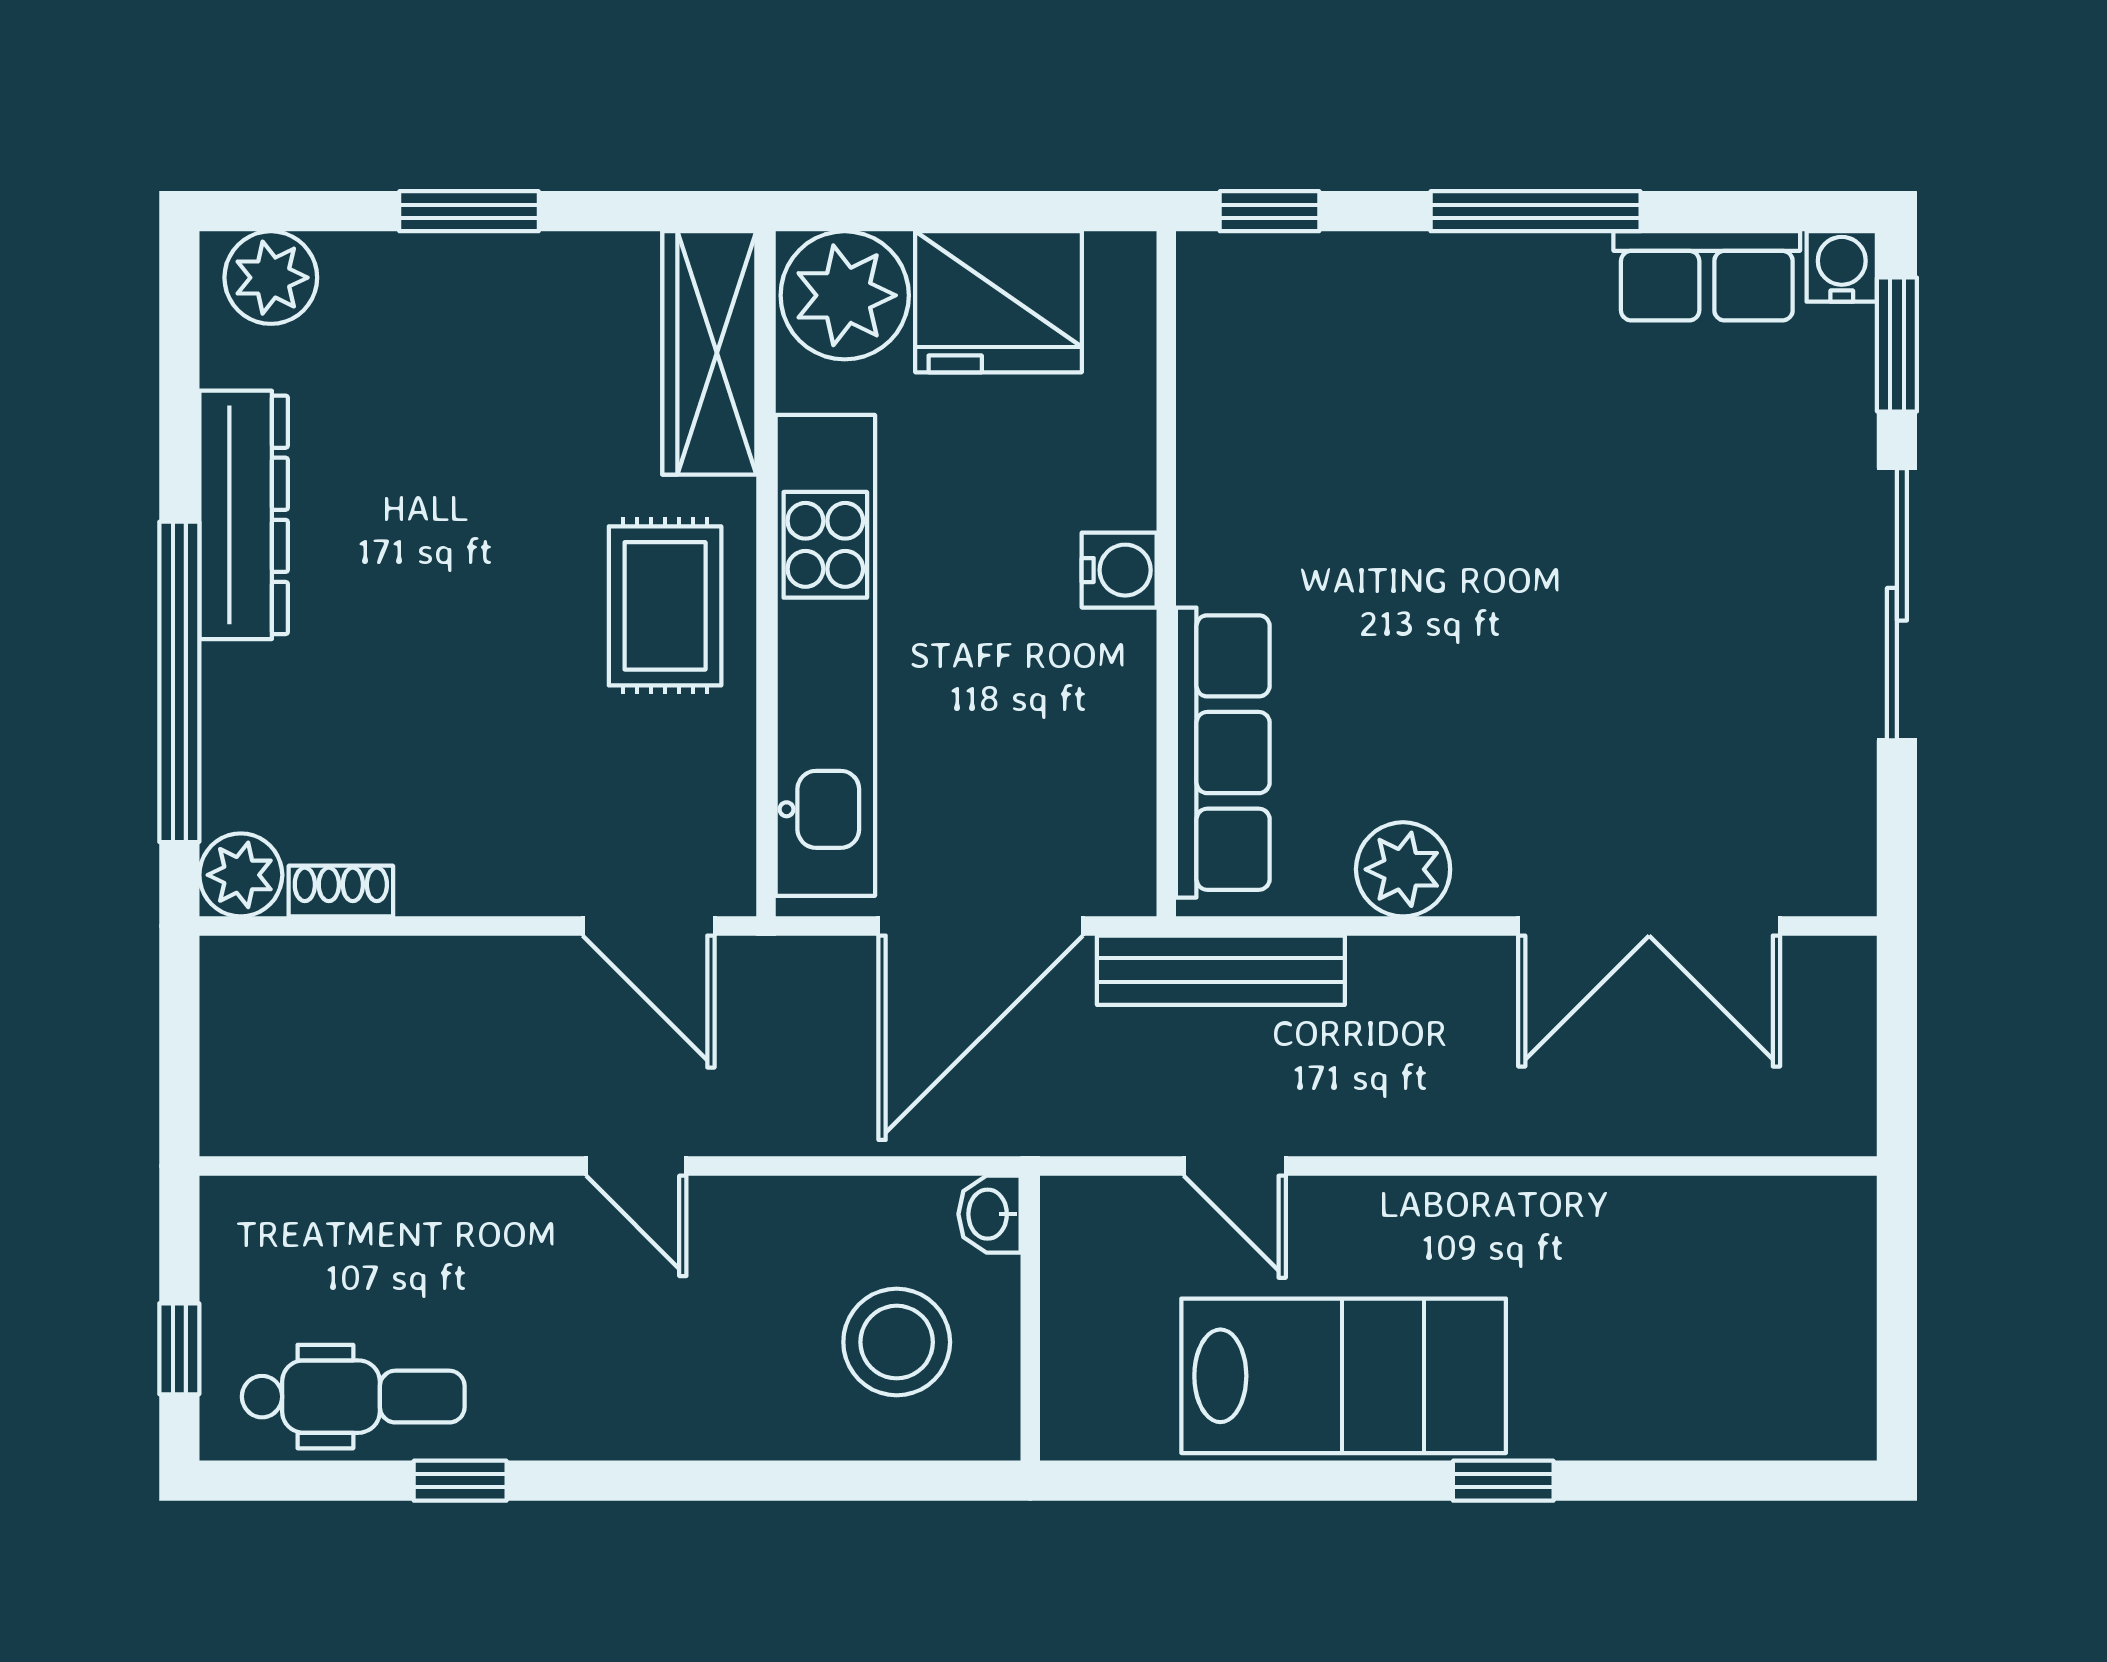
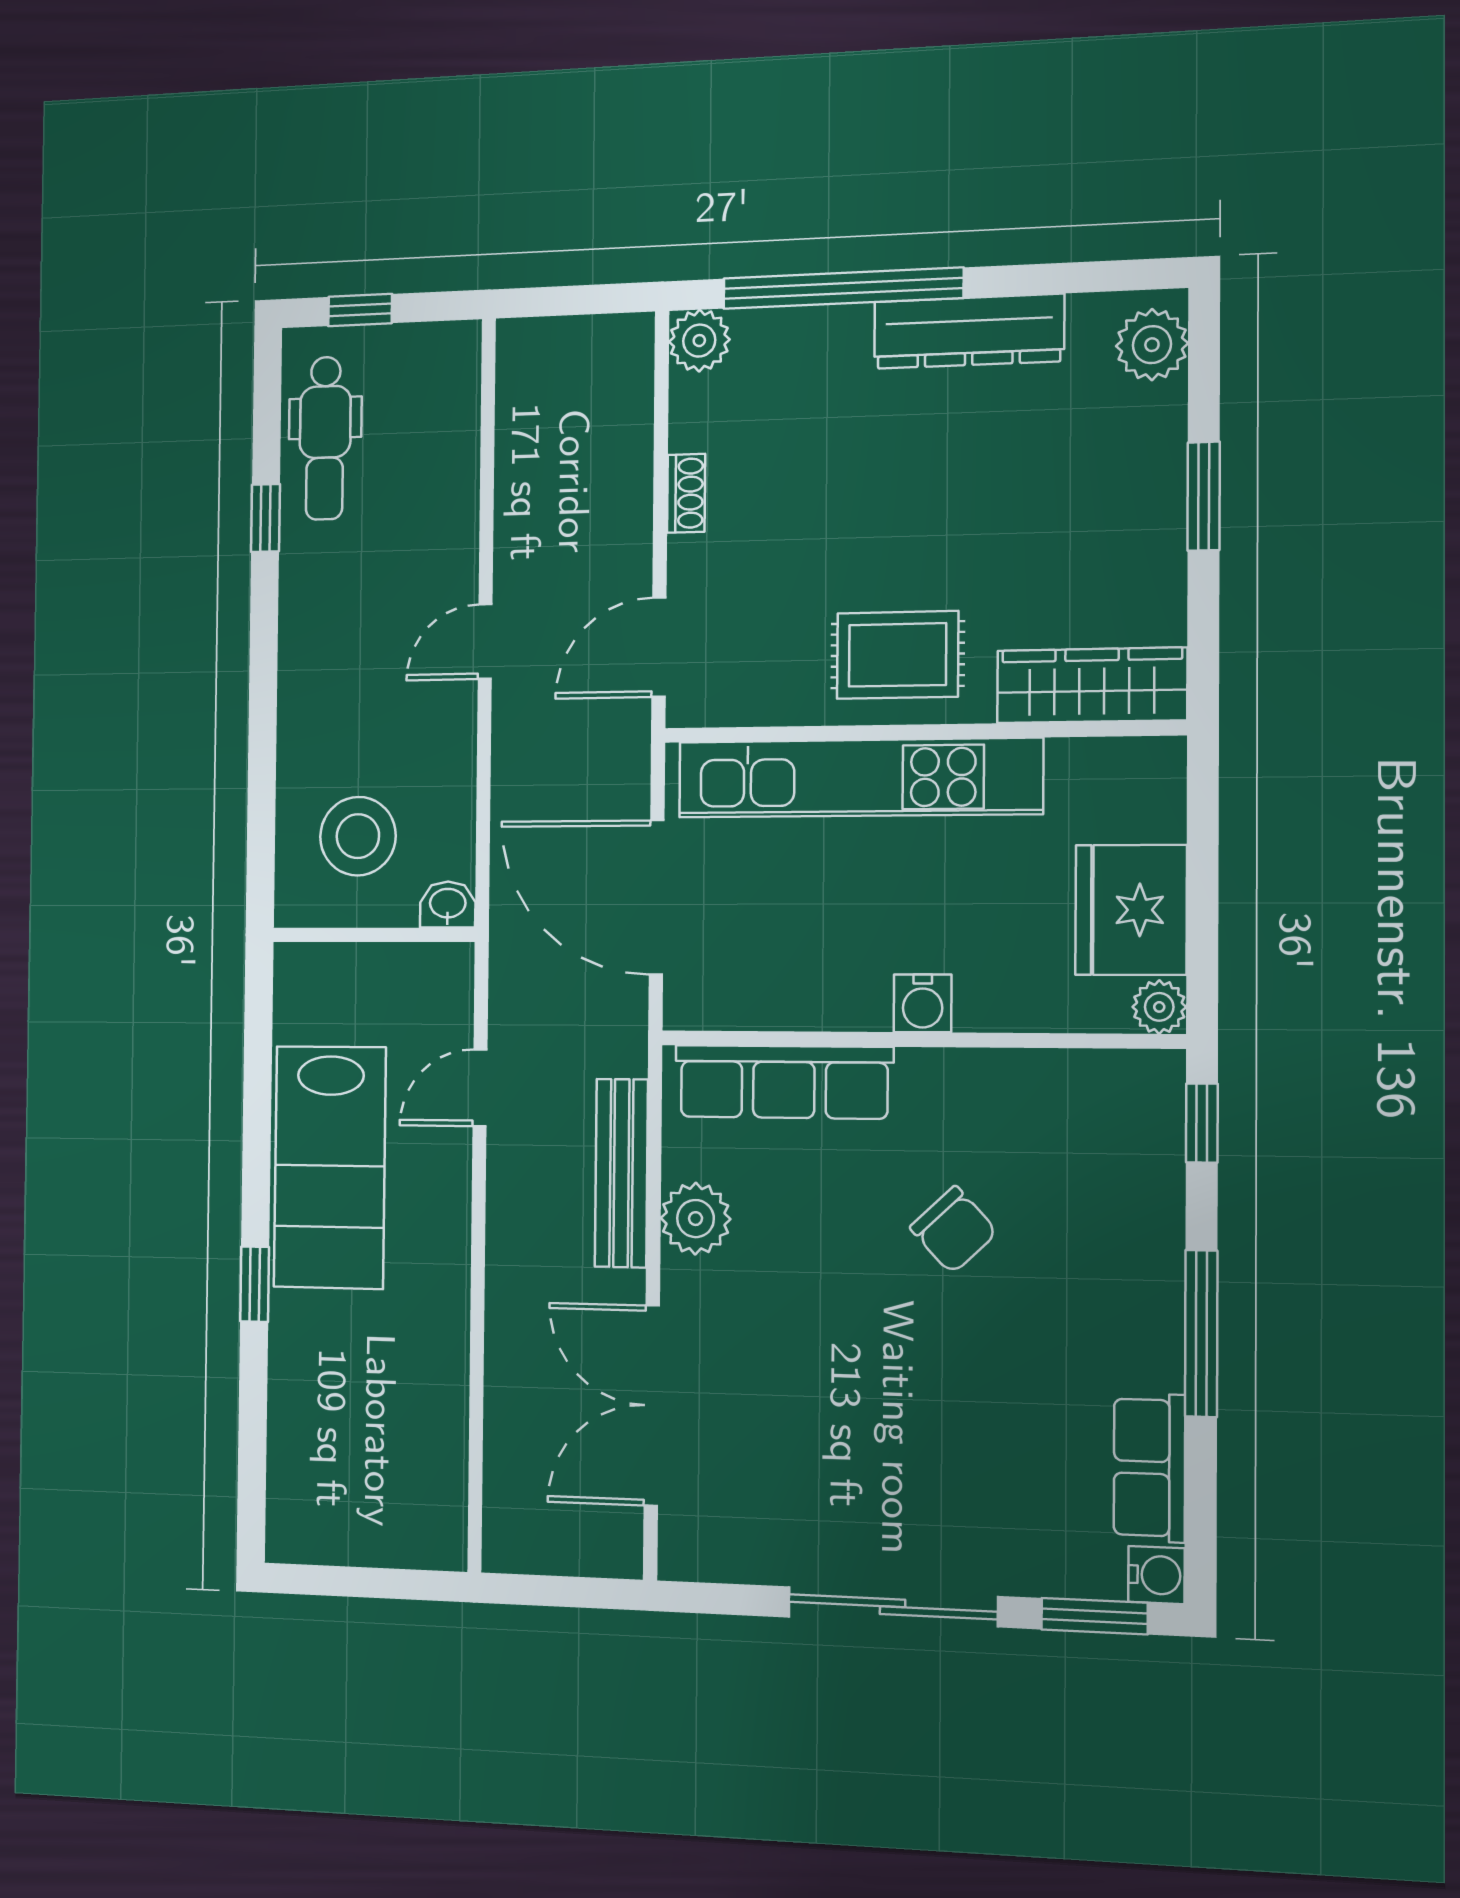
plant: (845, 295) -> (1159, 1007), moved, width x0.53, depth x0.53
chair: (1411, 528) -> (954, 1230), added
shoe rack: (341, 891) -> (686, 493), moved
bench: (1221, 970) -> (621, 1173), moved

